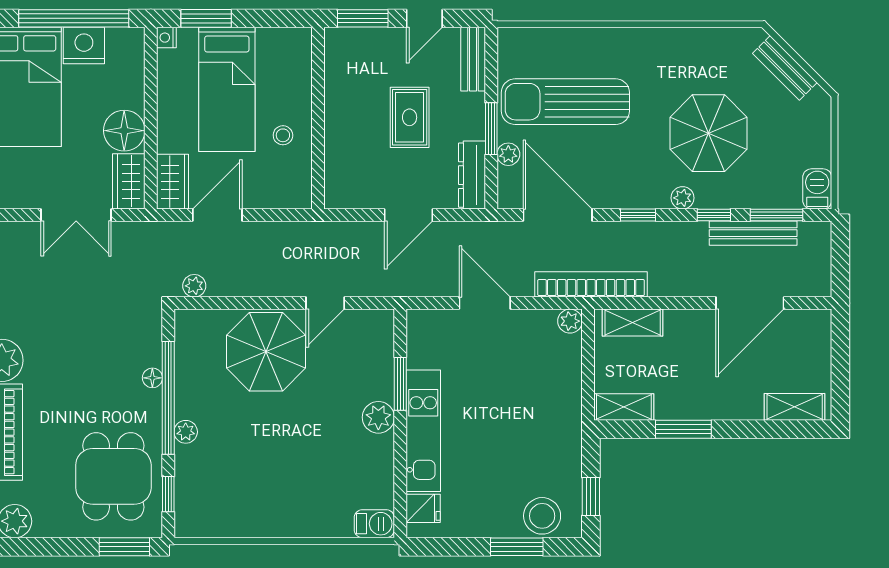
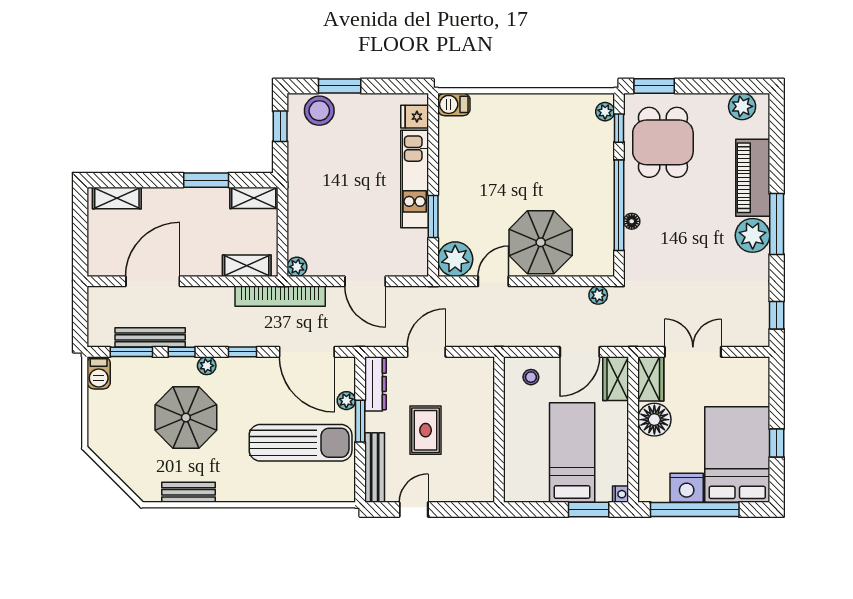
window: (363, 18) -> (463, 510), removed
bench: (473, 59) -> (375, 468), width x1.36
bench: (785, 68) -> (188, 492), moved, turned -45
stool: (283, 135) -> (531, 377), moved
plant: (378, 417) -> (455, 259), moved, width x1.36, depth x1.36
plant: (186, 432) -> (605, 112), moved

